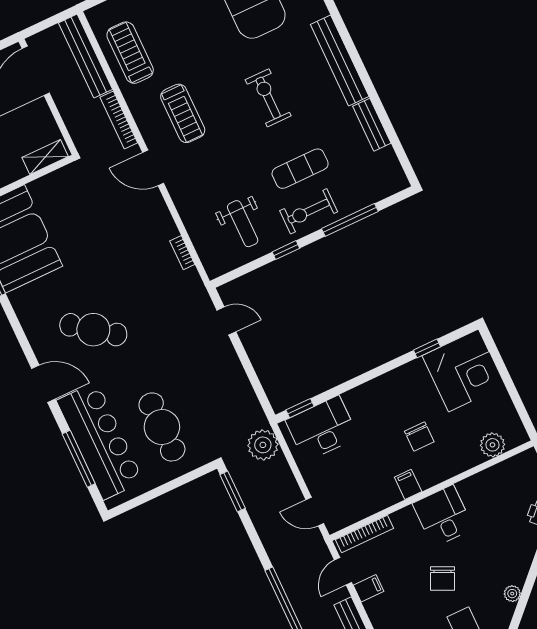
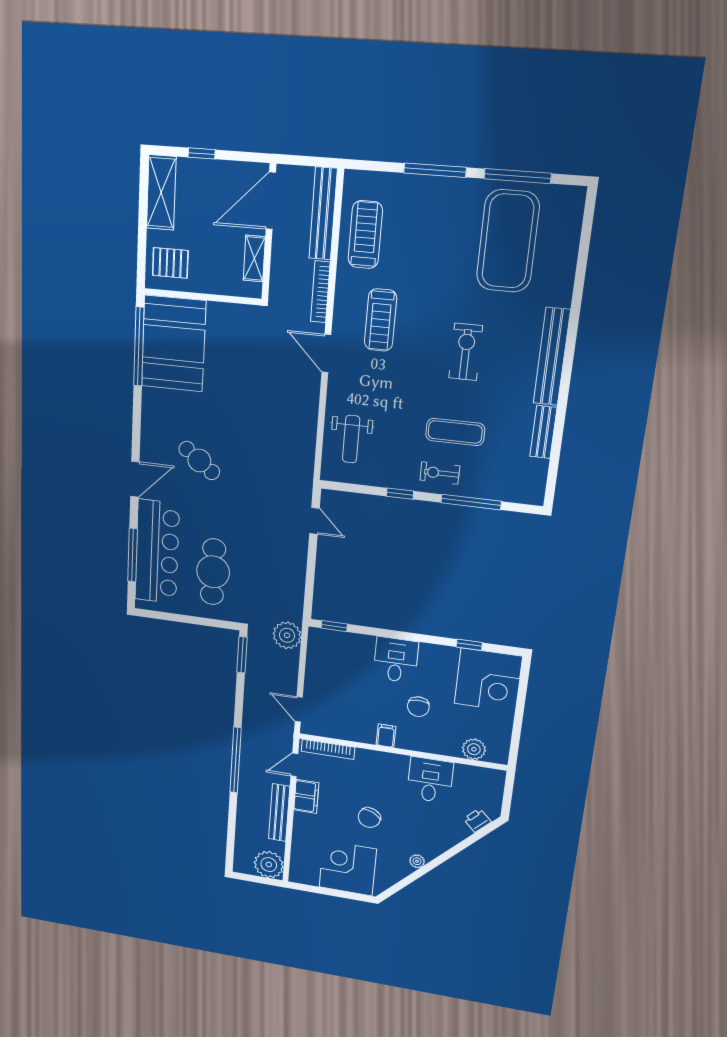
shelving: (45, 157) -> (254, 258), moved, turned 90
exercise bike: (309, 211) -> (440, 473), width x0.73, depth x0.72
weight bench: (243, 224) -> (351, 439), moved
bookcase: (182, 253) -> (310, 442), removed
cafe table: (93, 330) -> (199, 461), width x0.73, depth x0.74
door: (43, 384) -> (135, 479), hinge flipped
desk: (322, 429) -> (396, 660), moved, width x0.73
desk: (443, 516) -> (430, 780), moved
filing cabinet: (368, 588) -> (306, 796), width x2.00

